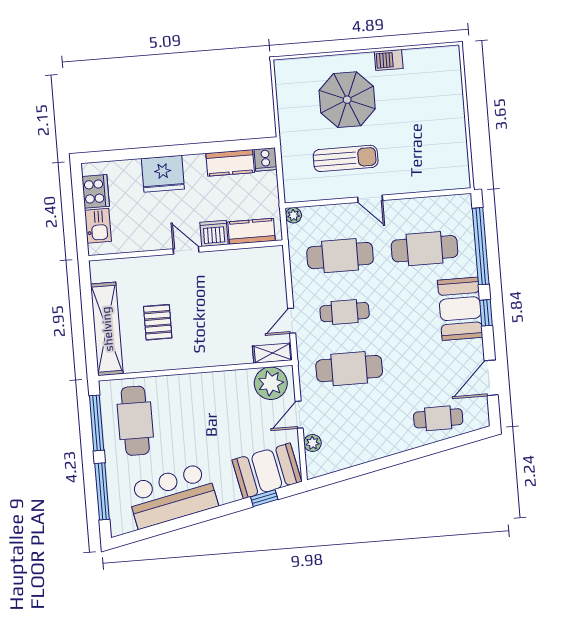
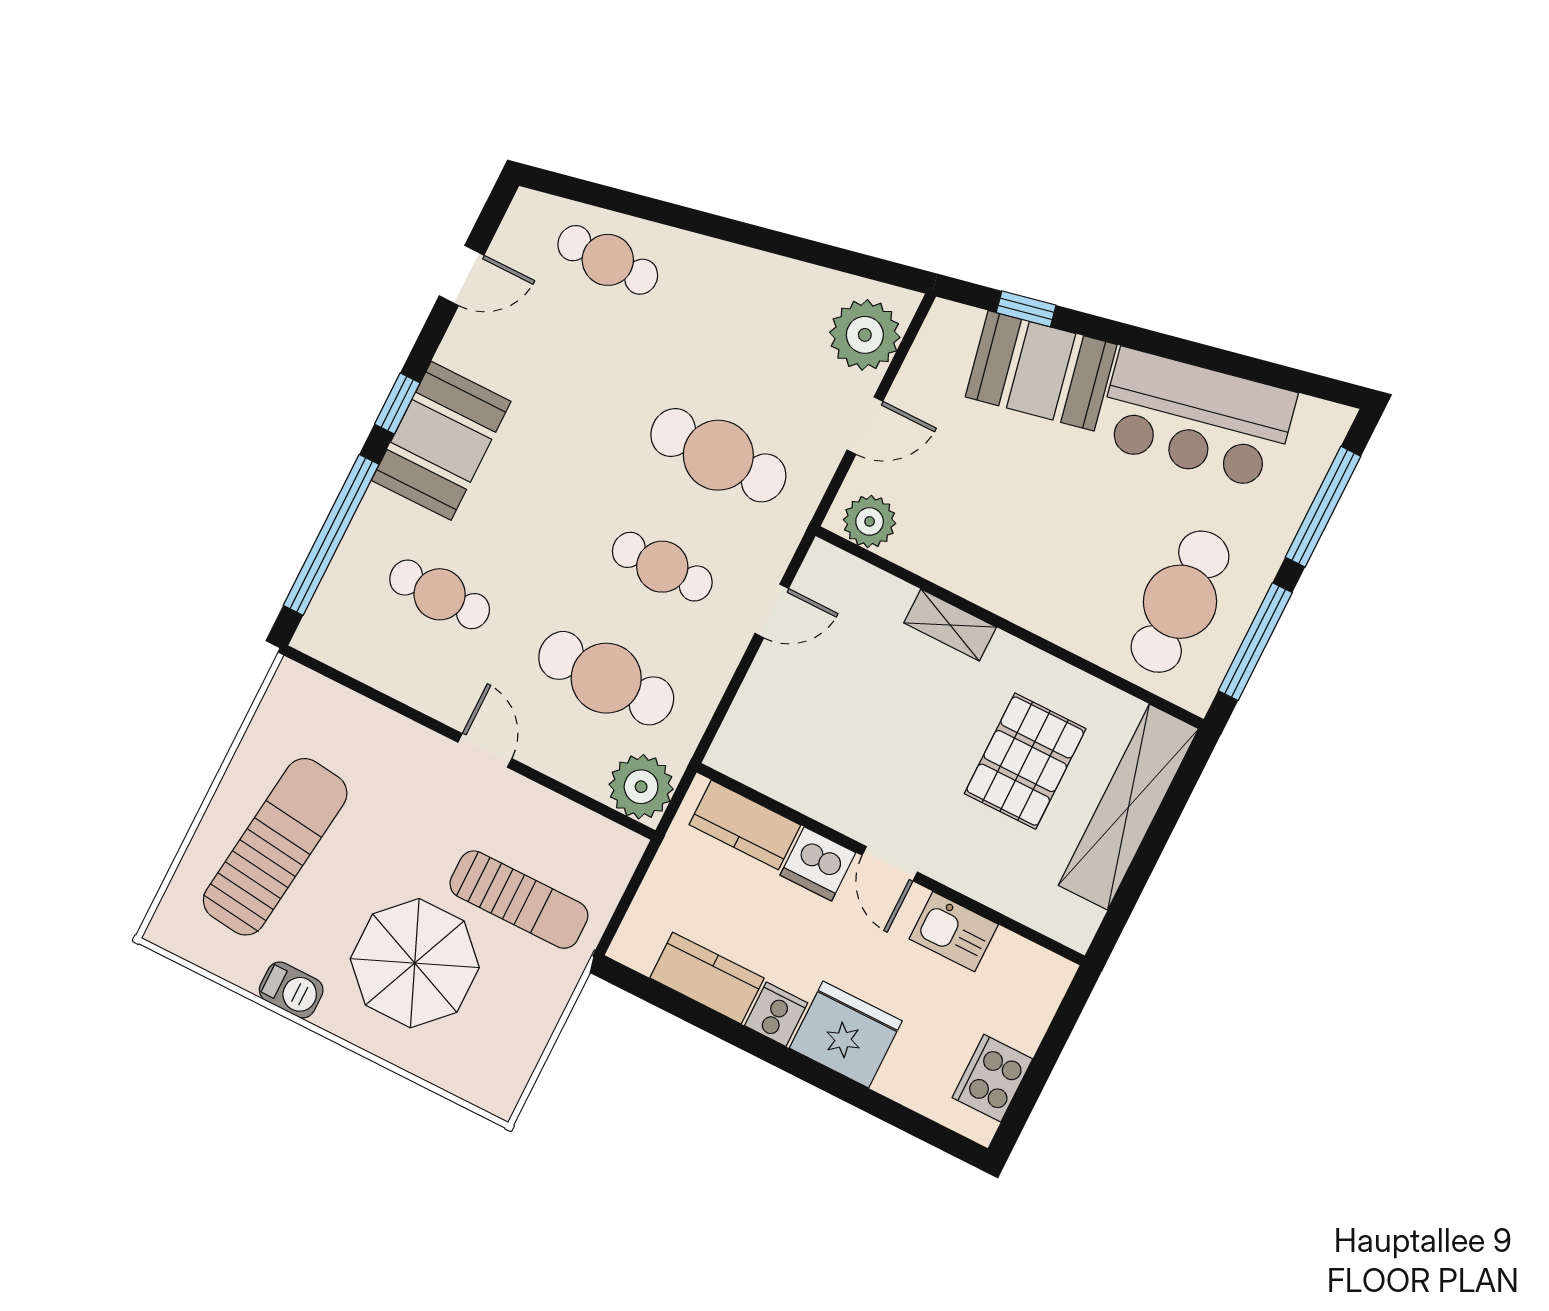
sun lounger: (429, 112) -> (275, 847), added
sun lounger: (346, 158) -> (519, 900), moved, turned 180
cooker: (265, 159) -> (776, 1014), moved
plant: (293, 215) -> (641, 787), width x1.88, depth x1.88
kitchen sink: (98, 226) -> (954, 932), moved, turned -90
cafe table: (425, 249) -> (440, 594), width x0.73, depth x0.74
pallet: (158, 322) -> (1025, 761), width x1.50, depth x1.42
shelving: (272, 353) -> (950, 625), moved
door: (491, 378) -> (462, 276), width x0.73
plant: (271, 383) -> (870, 521), width x0.73, depth x0.73
plant: (313, 443) -> (865, 335), width x1.87, depth x1.87
booth: (267, 471) -> (1041, 371), moved

